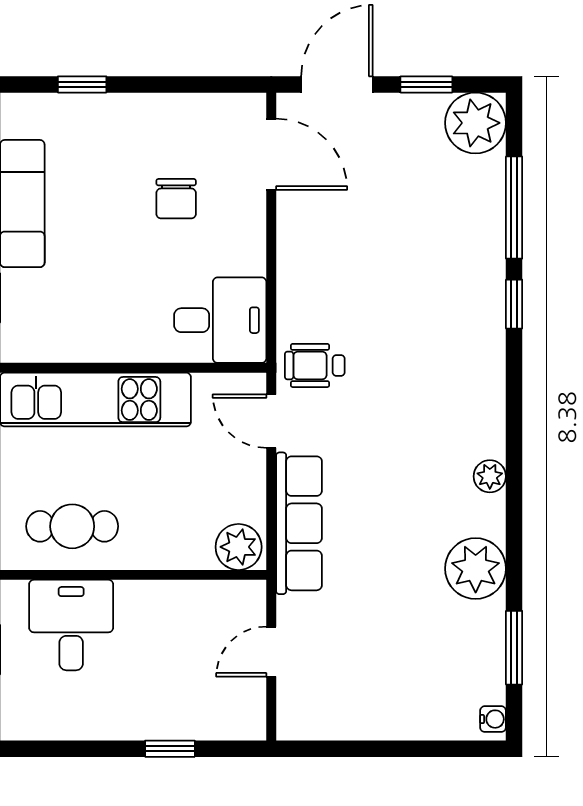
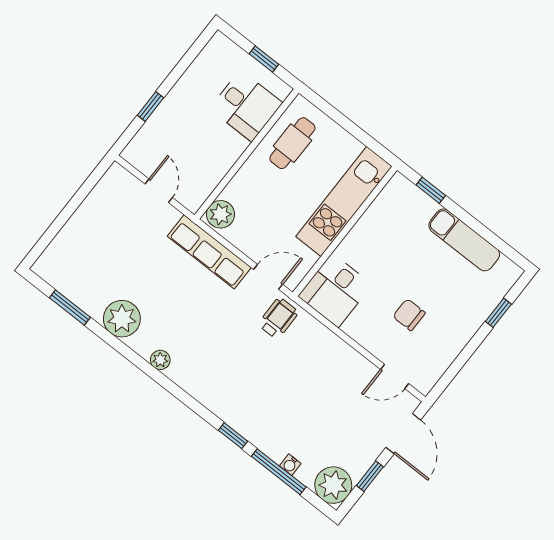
door: (271, 154) -> (395, 376), width x0.73
water cooler: (493, 719) -> (290, 465), moved

